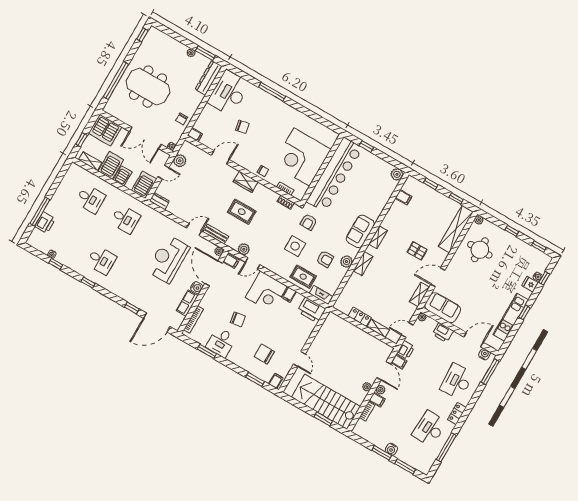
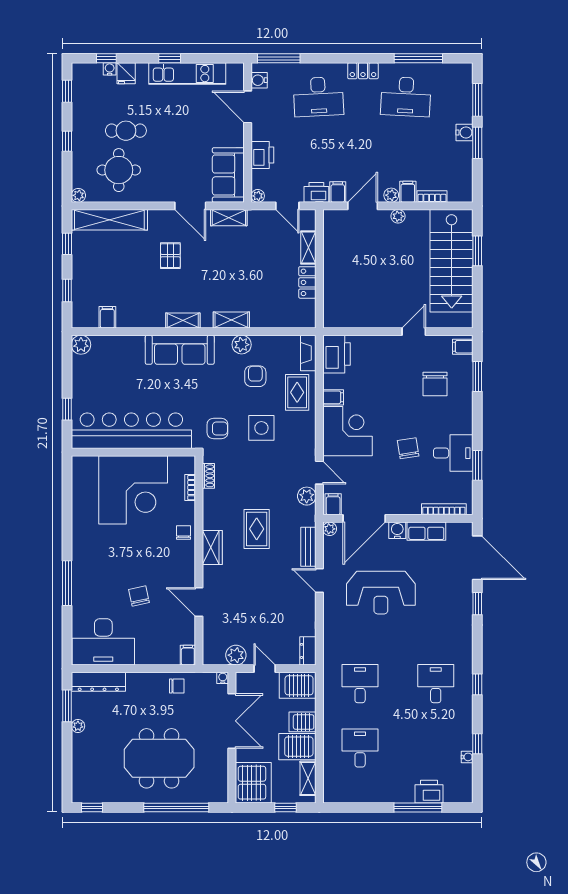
meeting table: (148, 87) -> (159, 758), turned 90
sofa: (360, 231) -> (180, 350), width x1.36
cafe table: (499, 266) -> (126, 131), added

